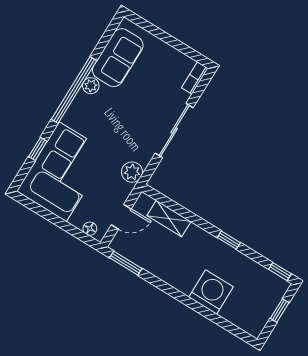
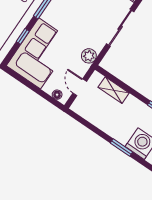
door: (121, 217) -> (80, 87), swing flipped
window: (126, 263) -> (121, 147), moved

